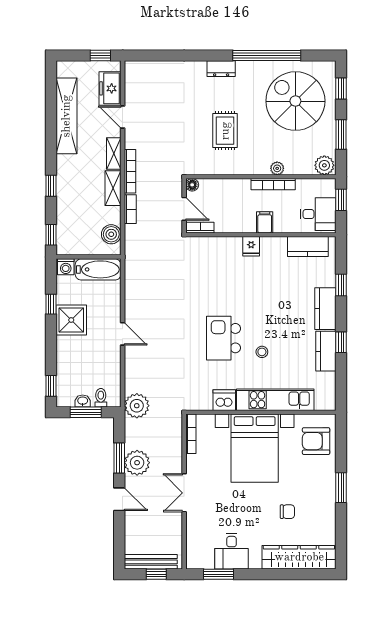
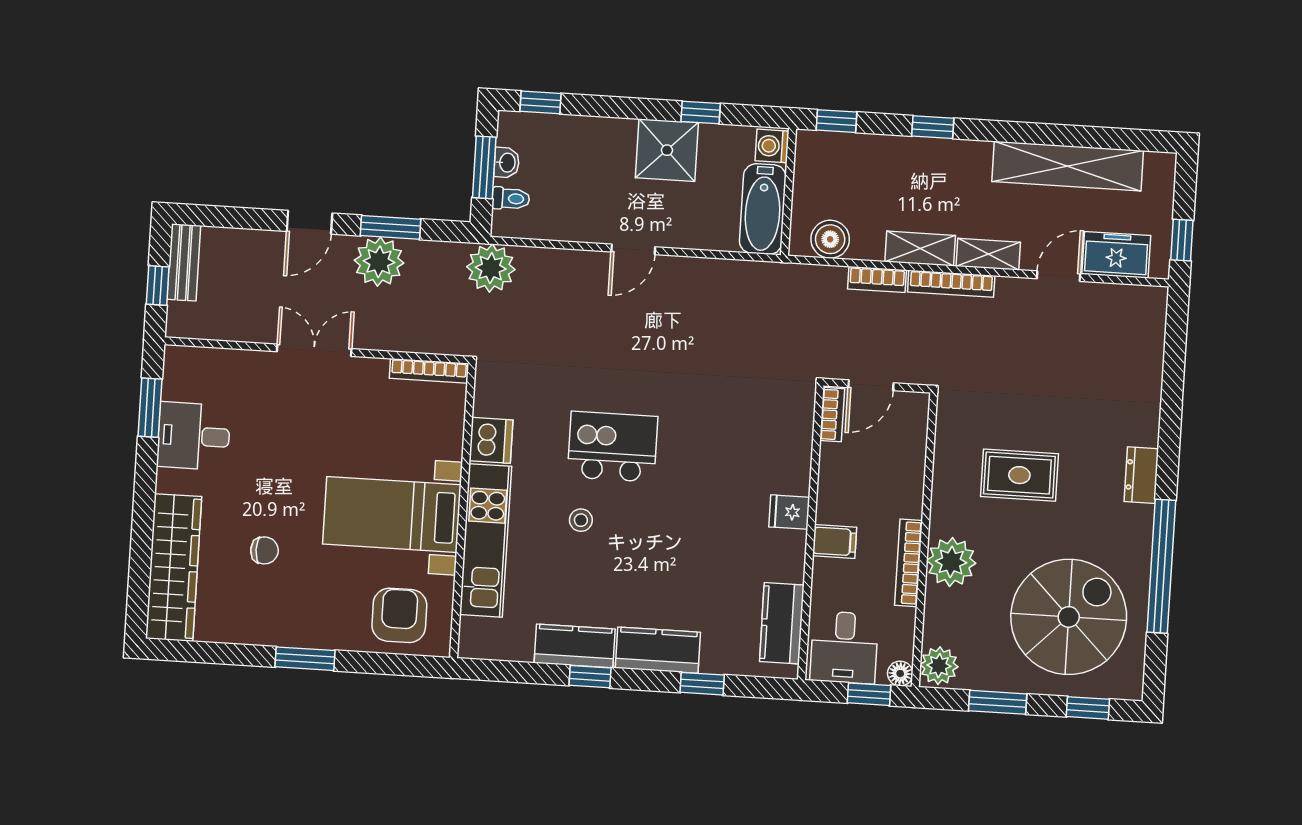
plant: (277, 168) -> (951, 562), width x1.87, depth x1.87
floor lamp: (192, 185) -> (900, 674), moved
bed with nightstands: (255, 448) -> (392, 514), width x0.73
chair: (287, 512) -> (264, 550), turned -90
bench: (151, 562) -> (184, 262), width x0.73

